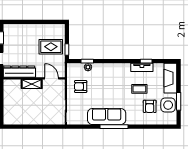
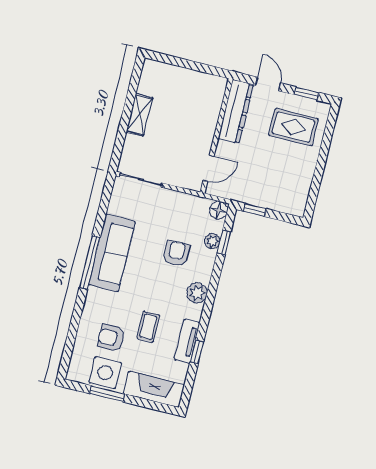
rug: (51, 47) -> (293, 127), moved, turned 90
floor lamp: (71, 68) -> (219, 210), added
plant: (116, 68) -> (197, 293), added
shelving: (32, 84) -> (139, 115), moved
armchair: (81, 86) -> (176, 253), moved

